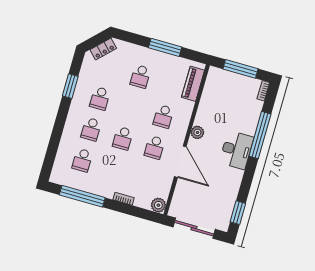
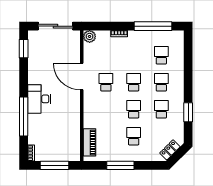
school desk: (163, 116) -> (134, 109), moved
plant: (197, 132) -> (75, 104), removed

